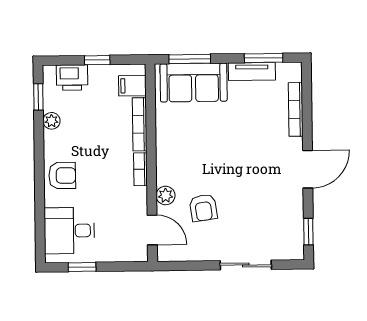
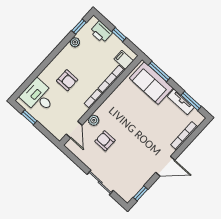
armchair: (62, 176) -> (67, 80), moved
armchair: (203, 208) -> (105, 141), turned 98

